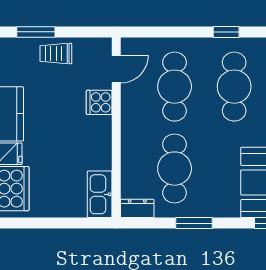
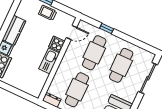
window: (226, 32) -> (107, 28), moved
kitchen sink: (100, 194) -> (49, 61), moved

